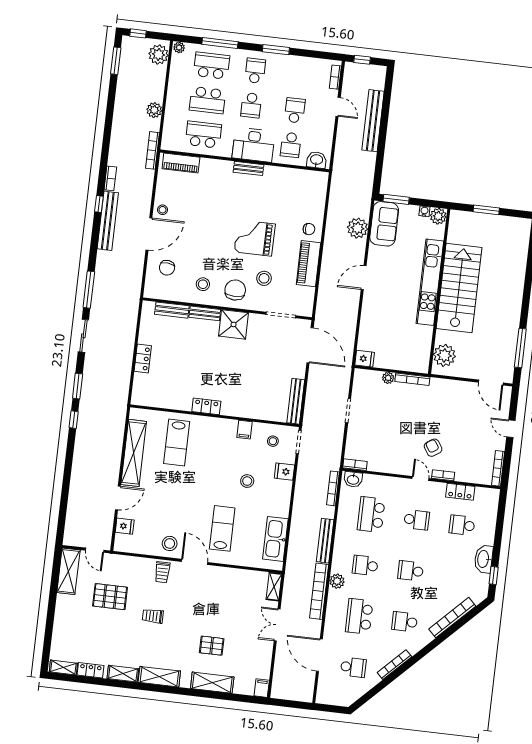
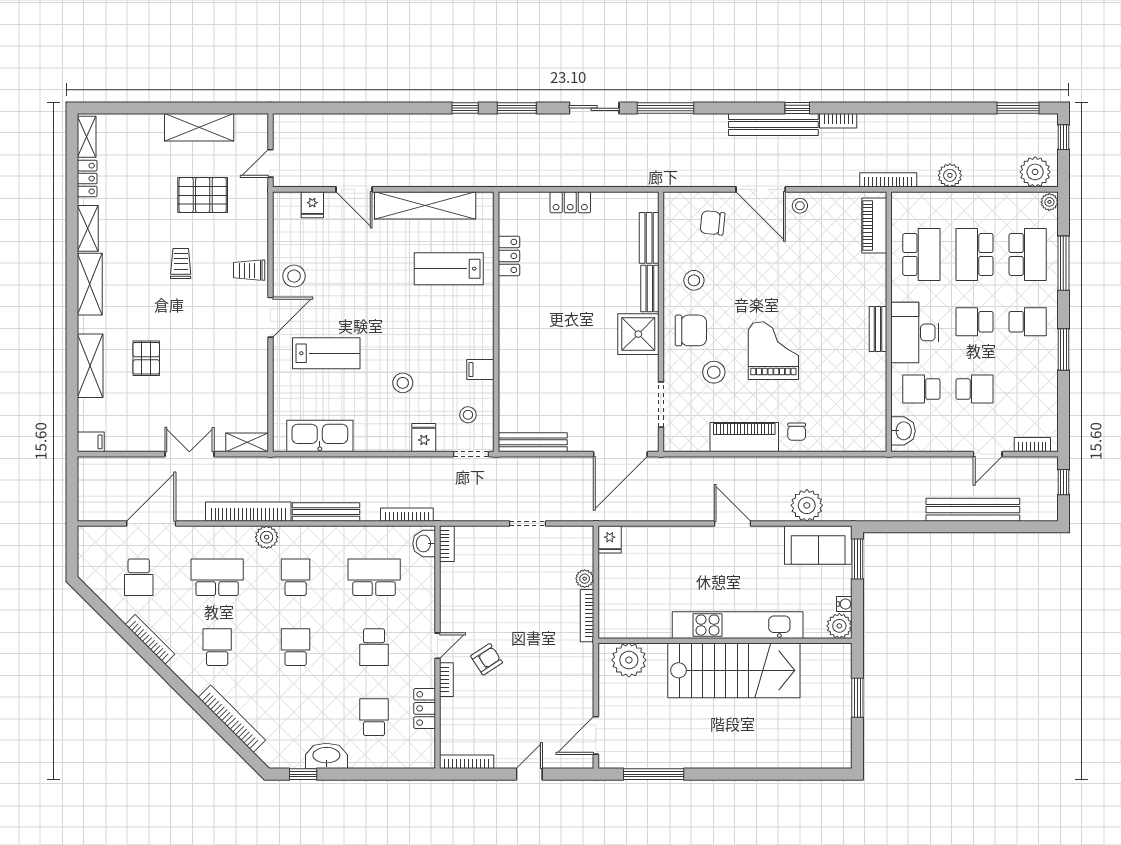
locker: (206, 406) -> (509, 256), moved
shelving: (68, 571) -> (199, 127), moved
pallet: (110, 597) -> (203, 195), turned 90

